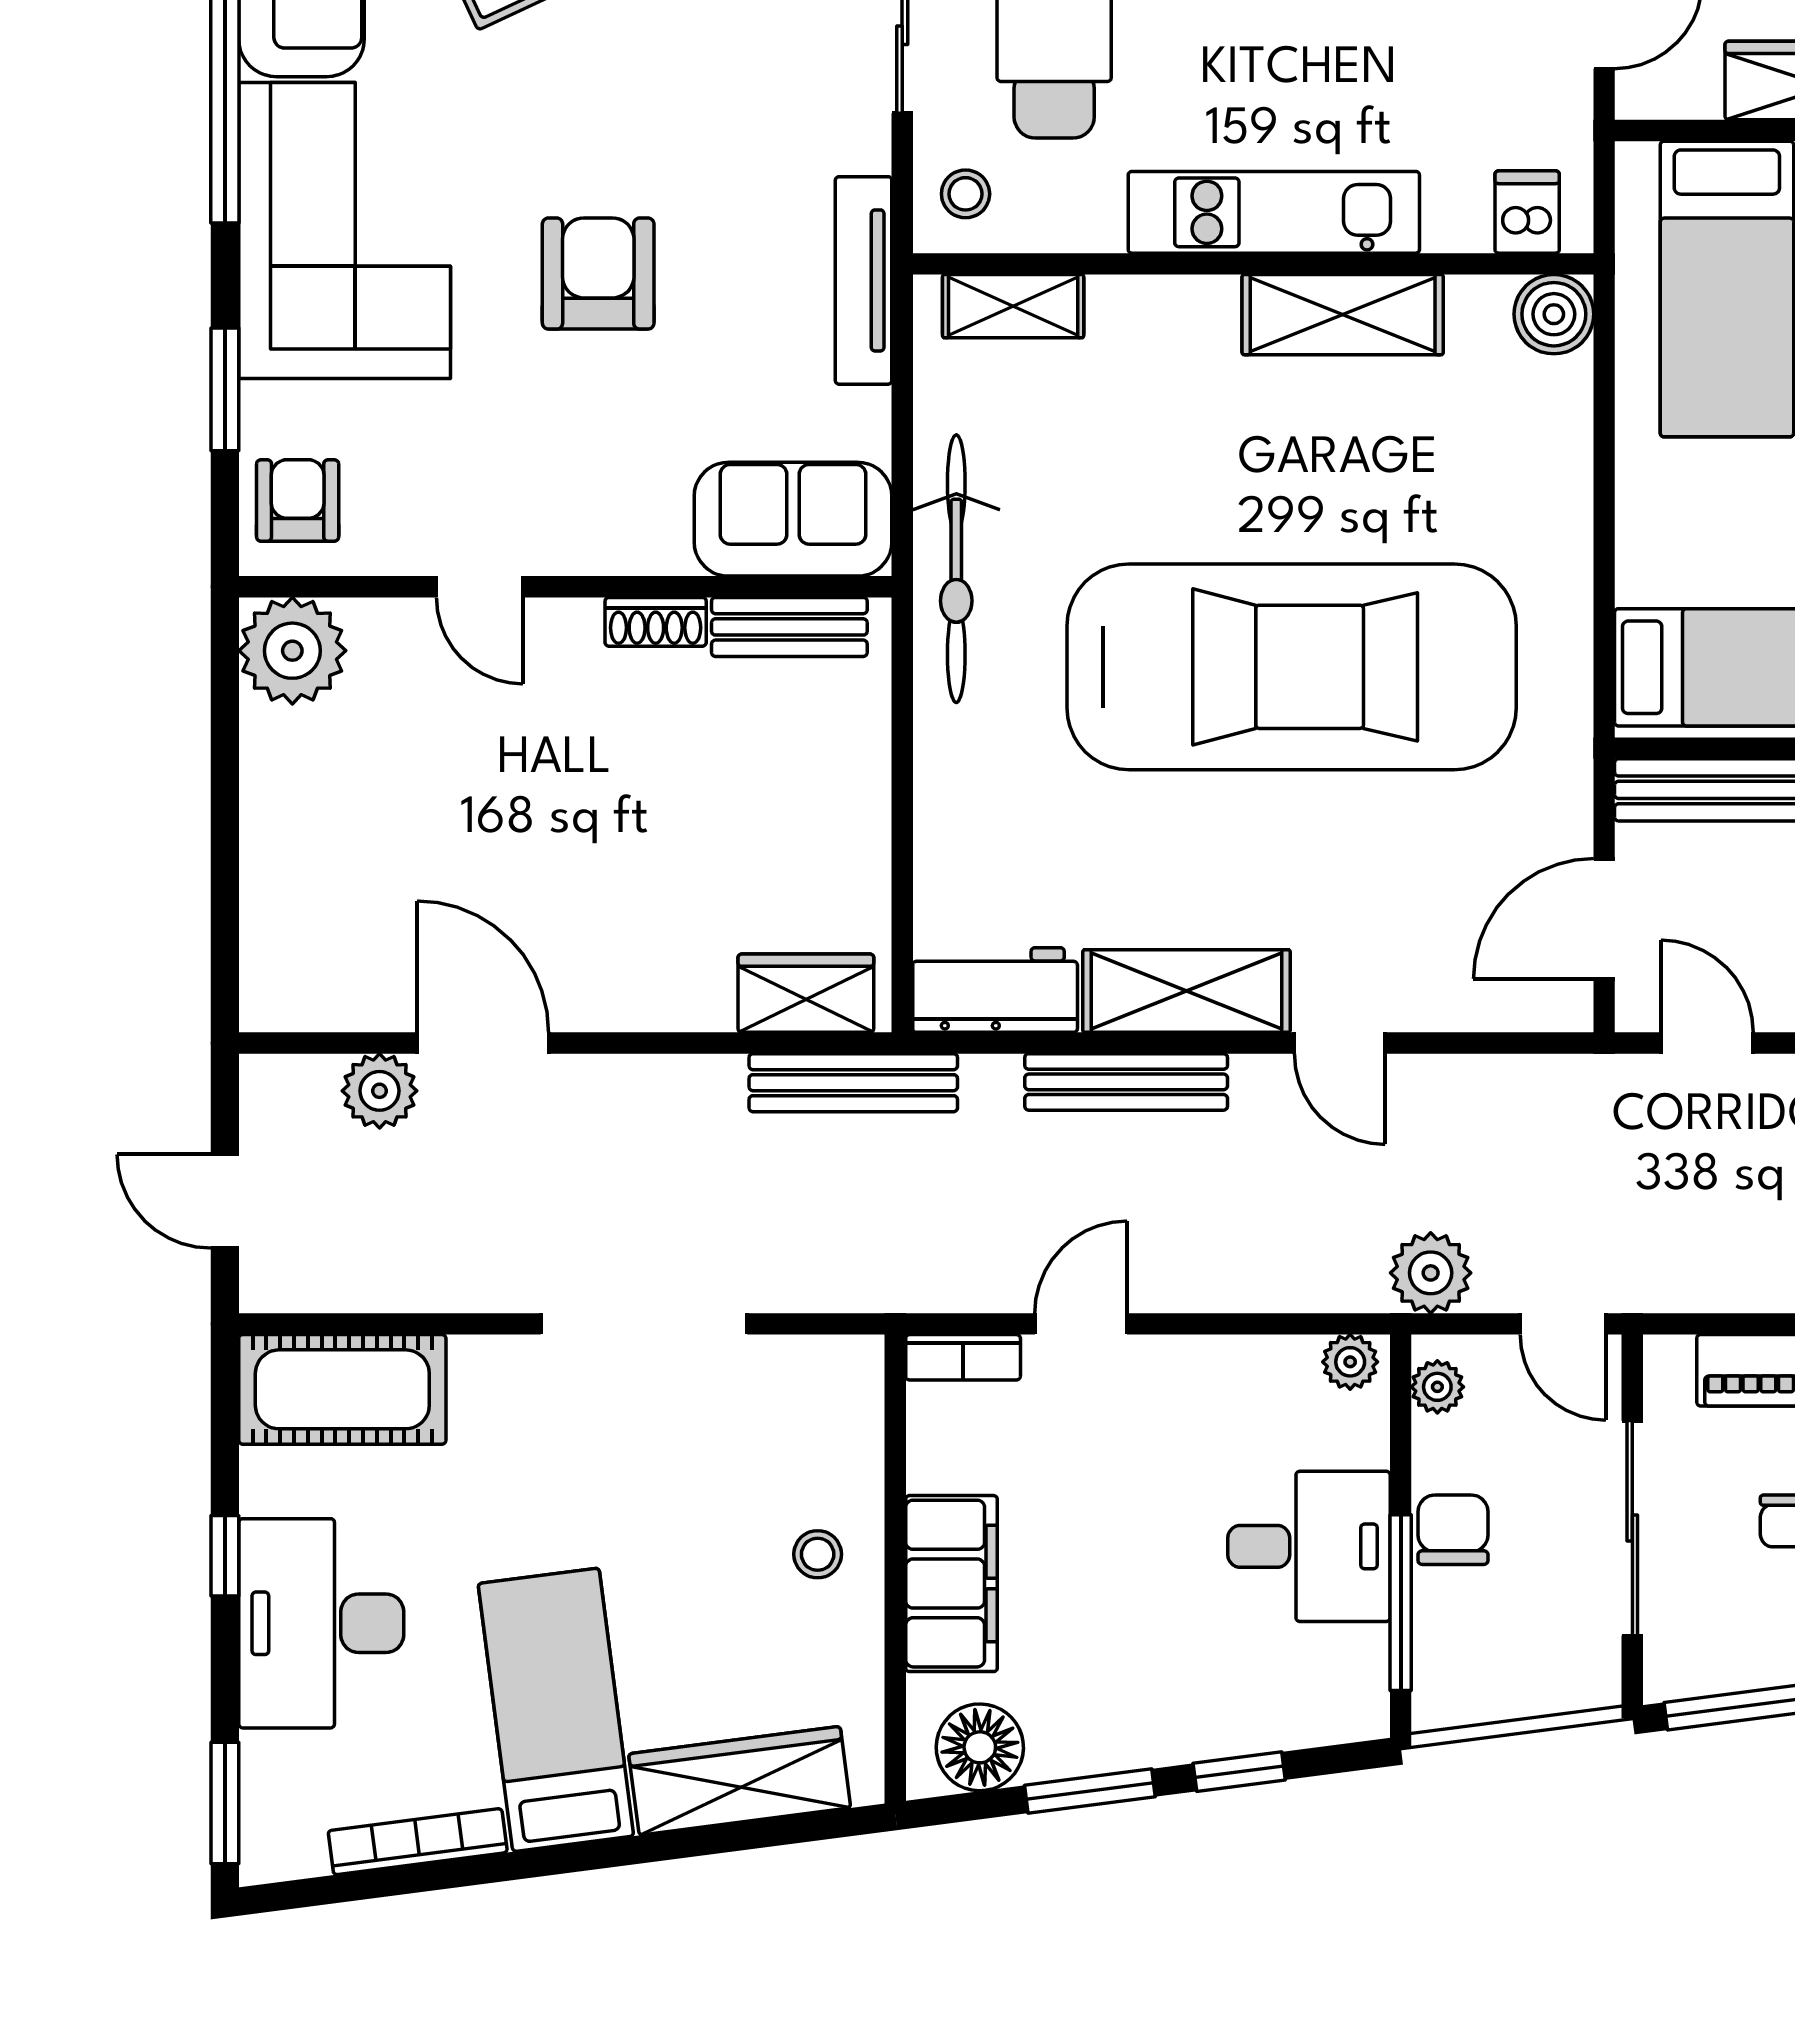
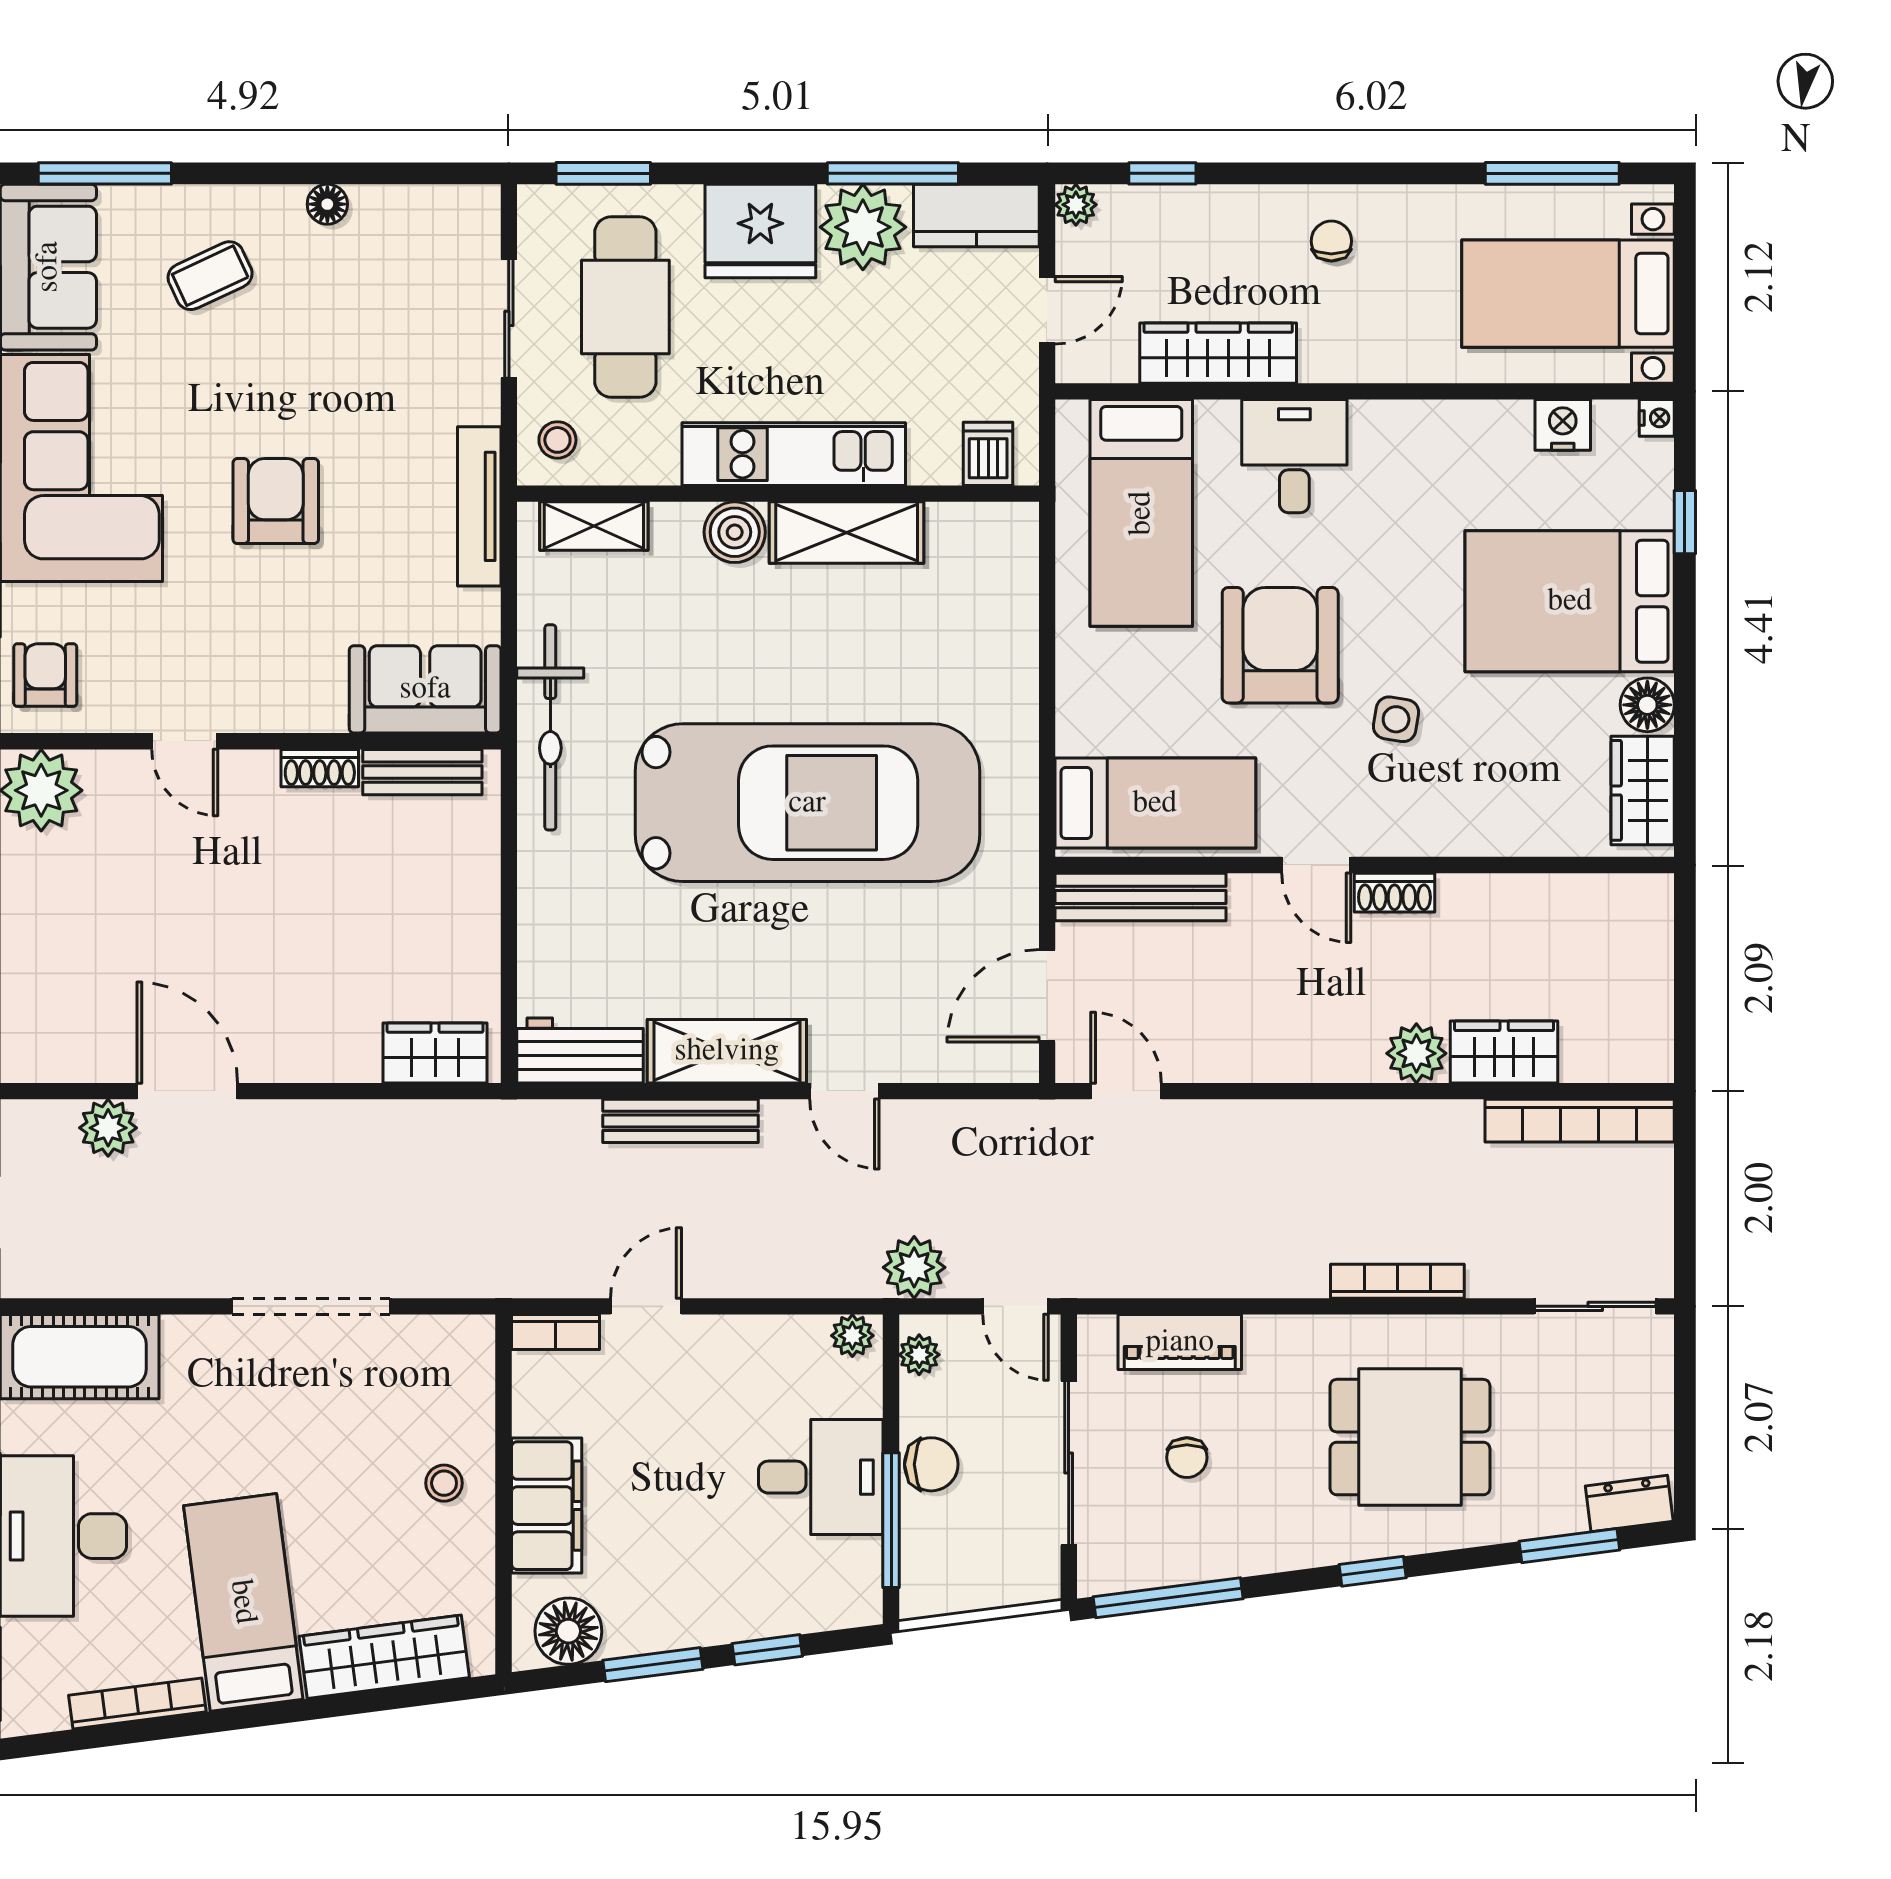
boiler: (1554, 314) -> (735, 532), moved
bench: (853, 1083) -> (471, 1122), removed
chair: (1453, 1530) -> (931, 1464), turned 90

